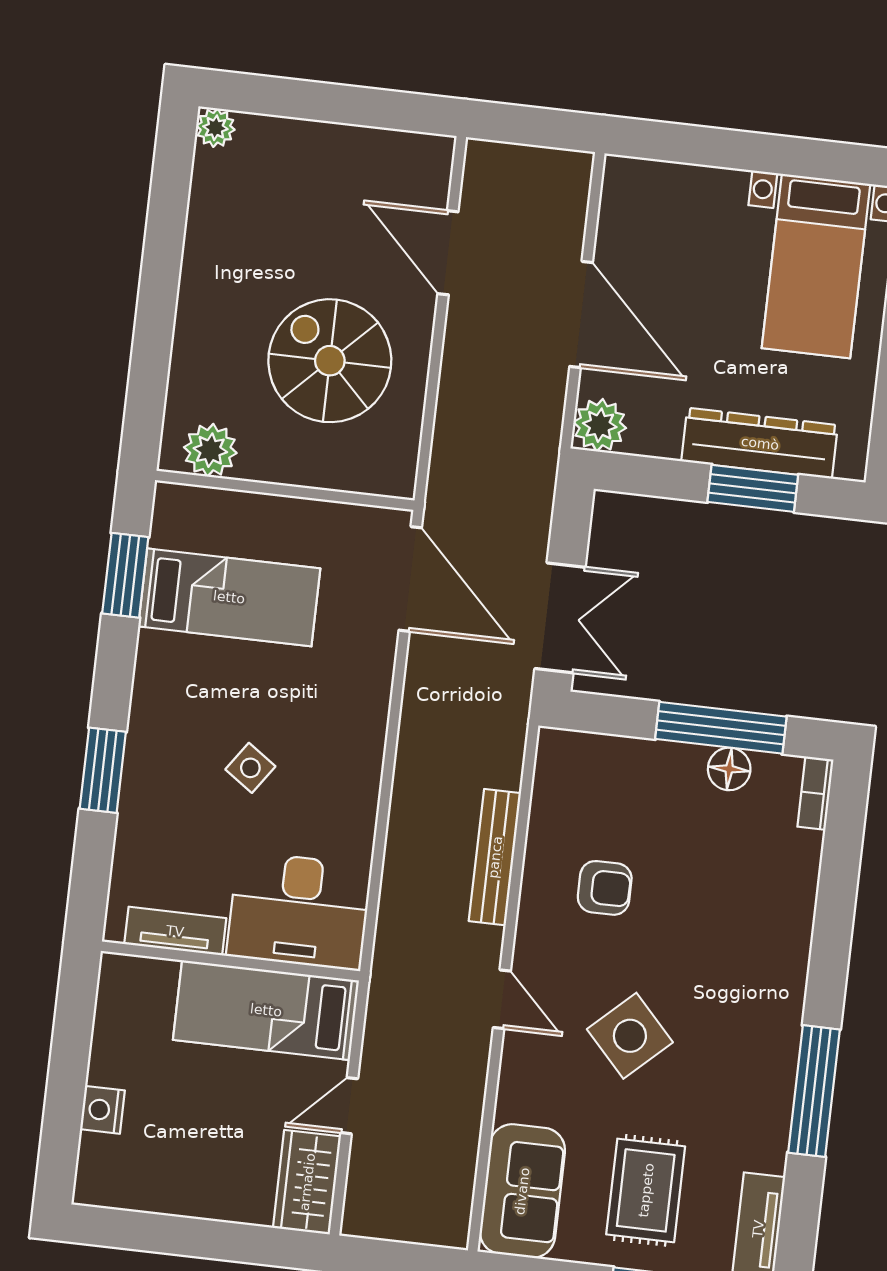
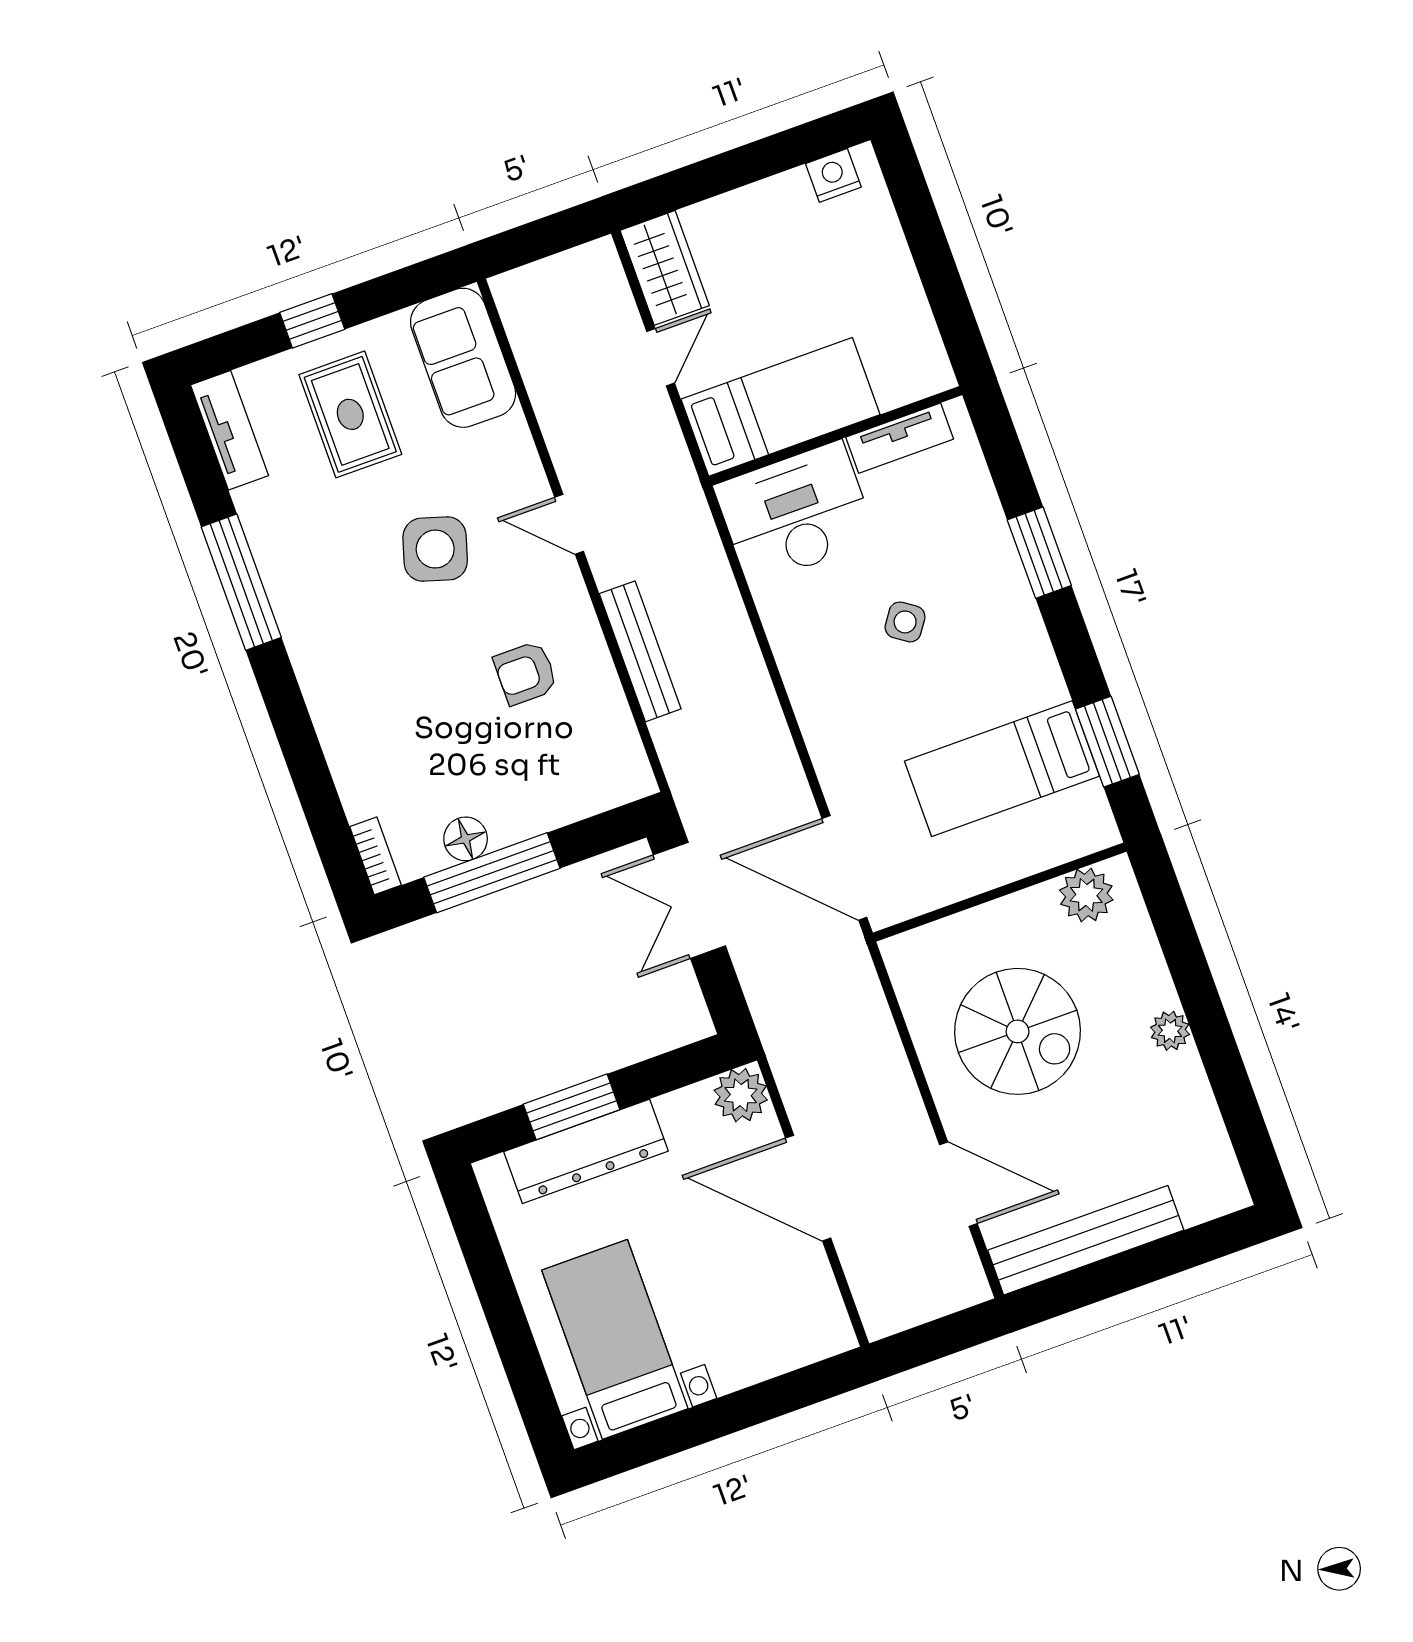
plant: (215, 128) -> (1170, 1031), moved
bench: (361, 148) -> (1086, 1240), added
side table: (630, 1036) -> (435, 549), turned -30
nightstand: (102, 1110) -> (833, 175), moved, turned -90

